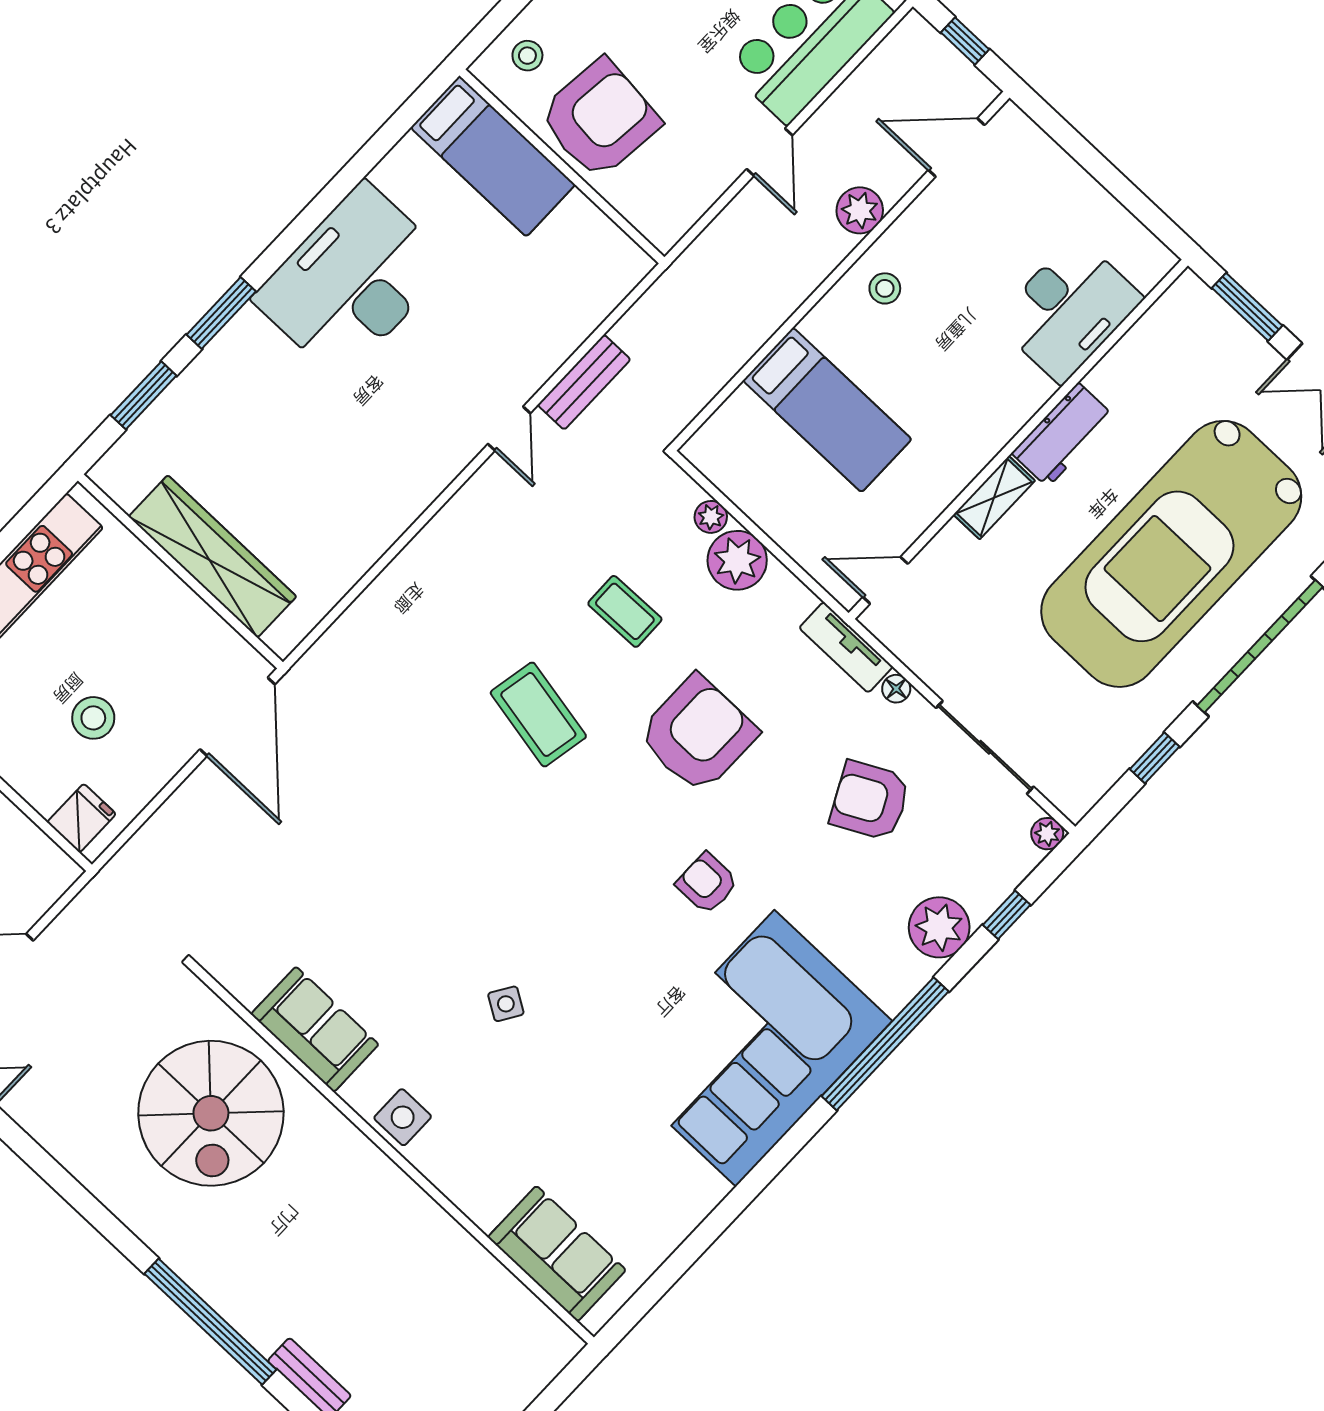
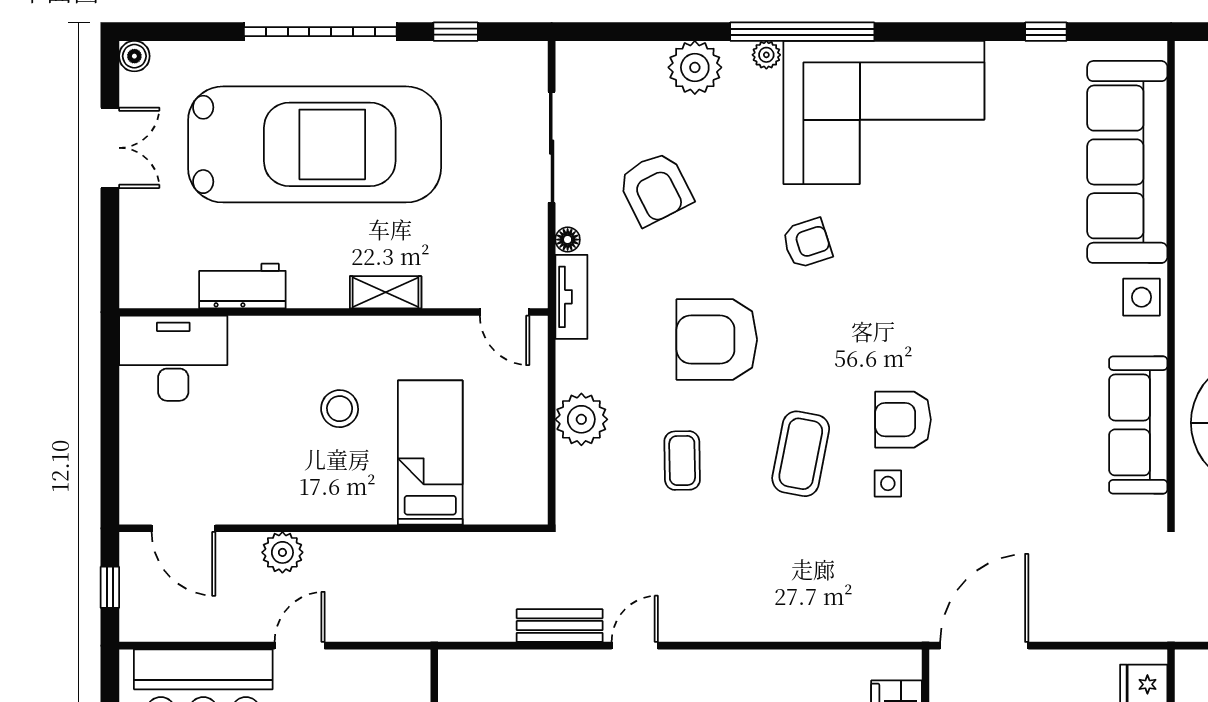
stool: (885, 288) -> (340, 409), moved, width x1.37, depth x1.37
window: (1247, 307) -> (110, 245), removed
desk: (1068, 310) -> (173, 358), moved
workbench: (1063, 435) -> (242, 286), moved
plant: (711, 517) -> (569, 463), removed
armchair: (487, 825) -> (903, 420), added
plant: (1047, 834) -> (766, 55), moved
armchair: (707, 883) -> (807, 243), turned -108
window: (1007, 915) -> (1046, 32), moved
side table: (506, 1004) -> (888, 483), moved, turned -32
sofa: (315, 1029) -> (1138, 425), width x1.36
sofa: (557, 1254) -> (1127, 162), width x1.85, depth x1.27

